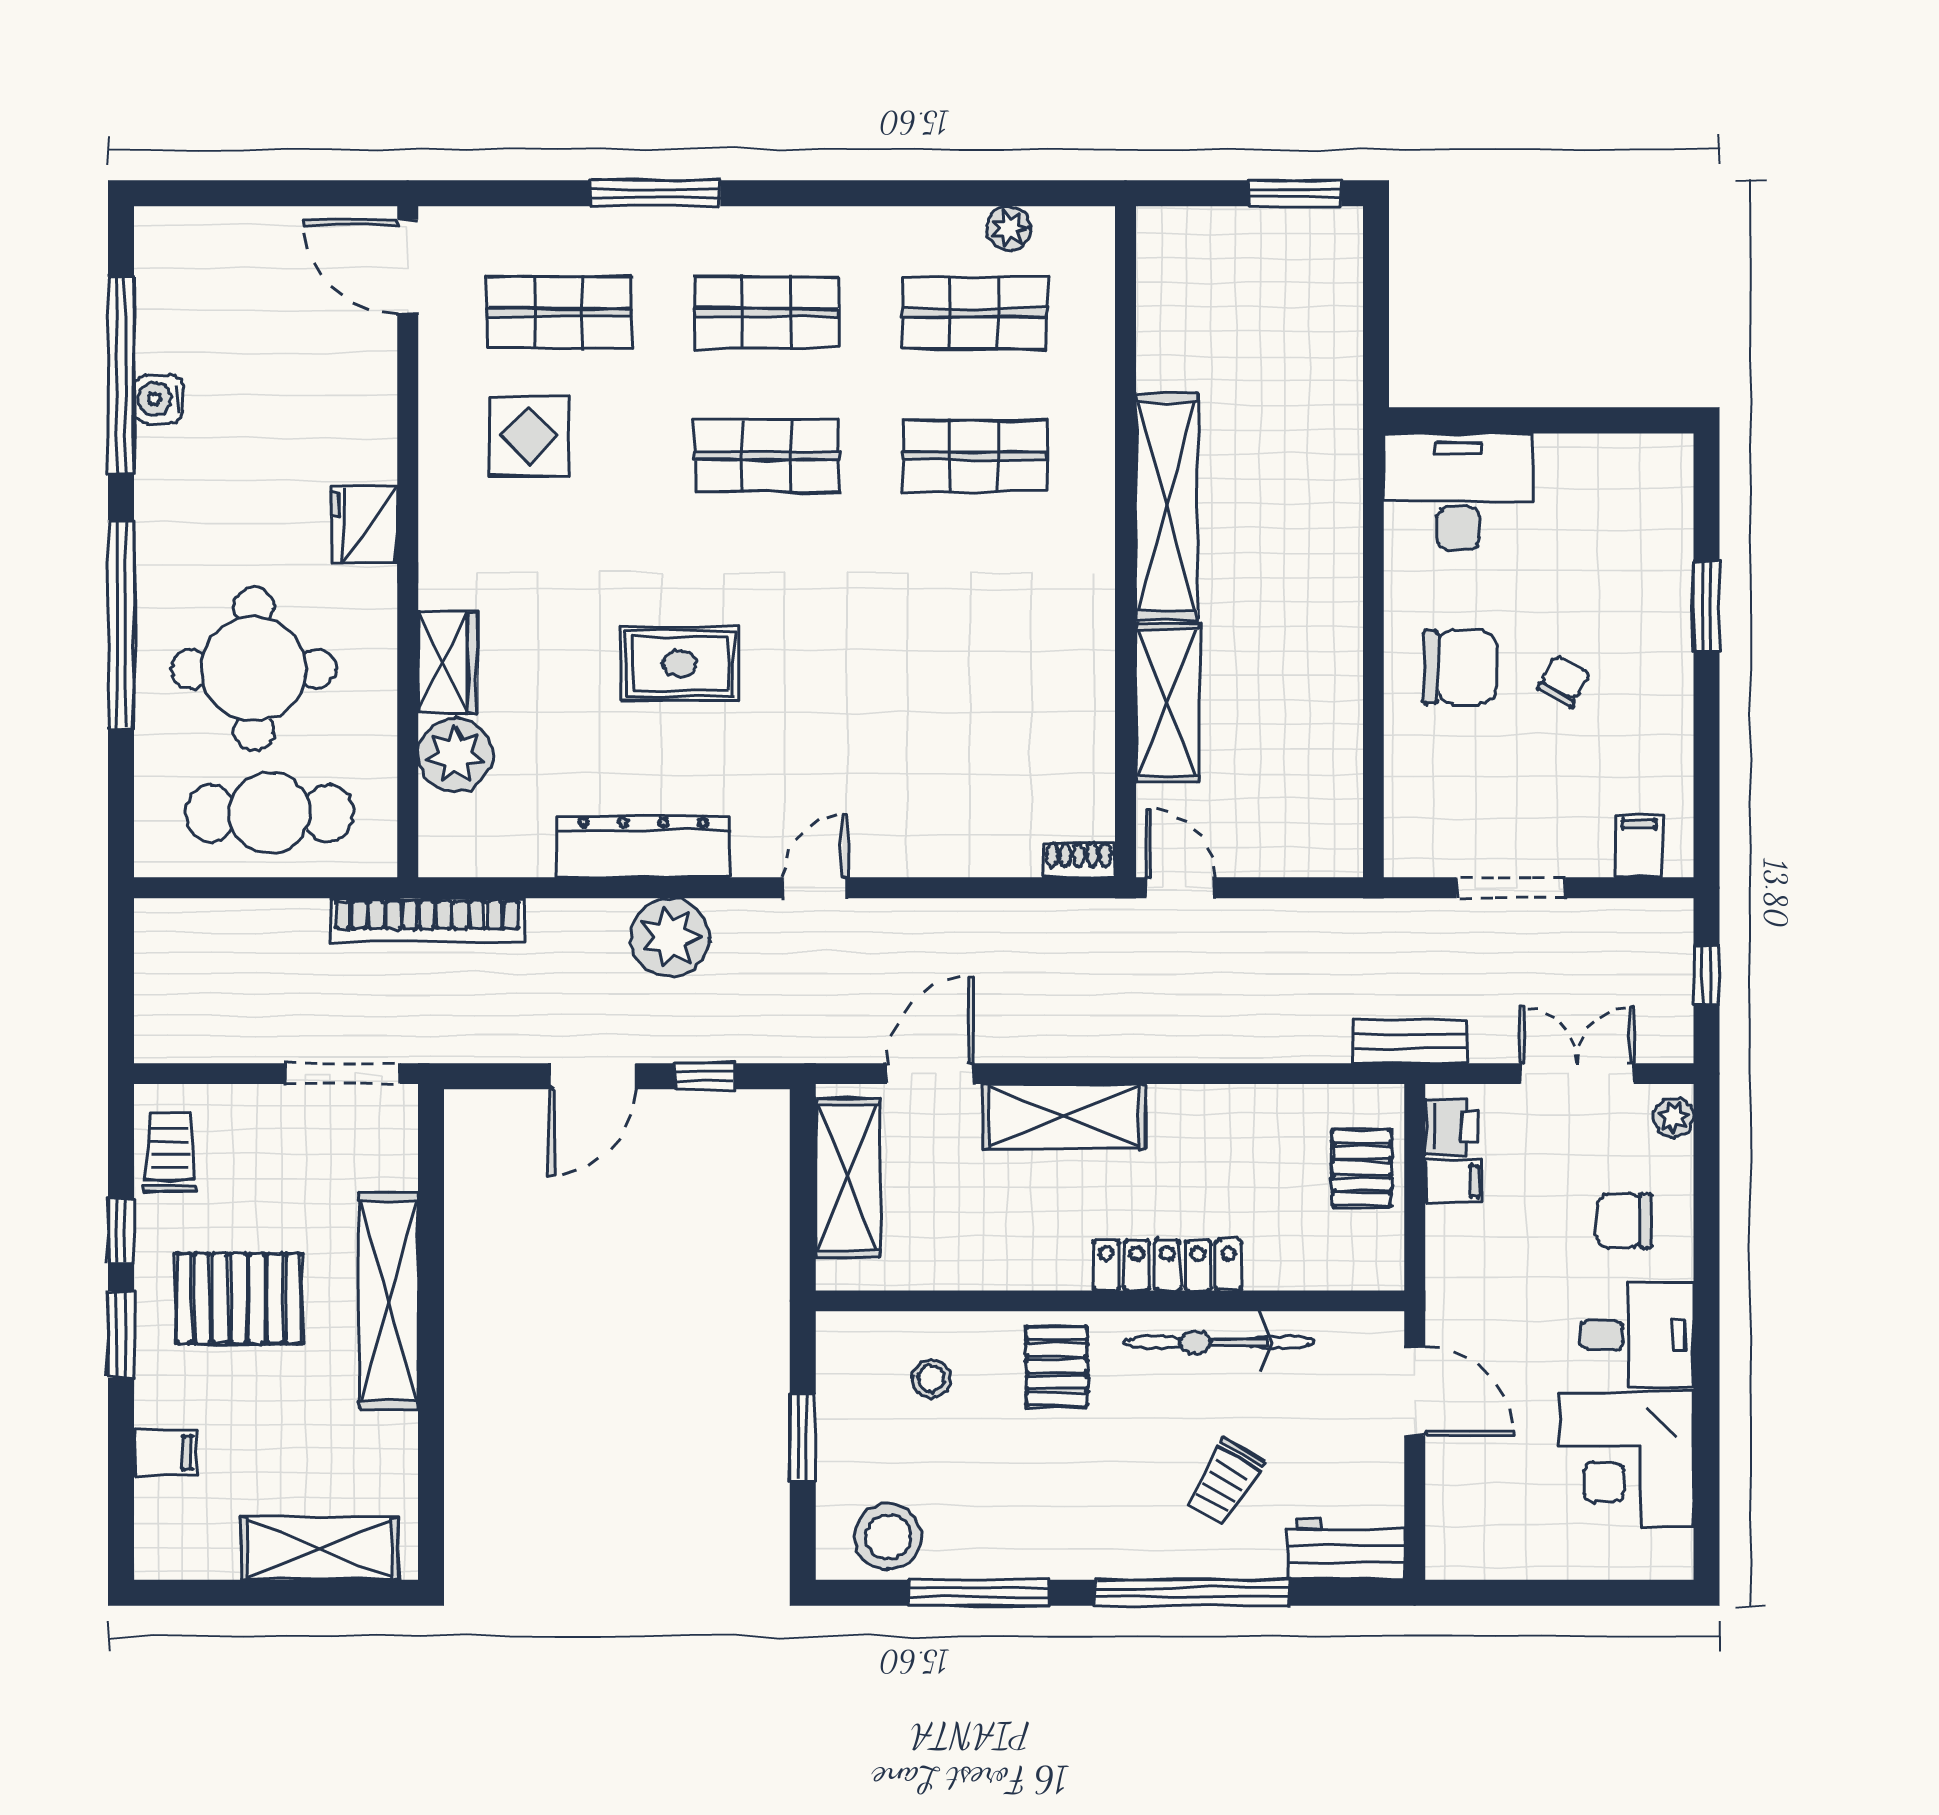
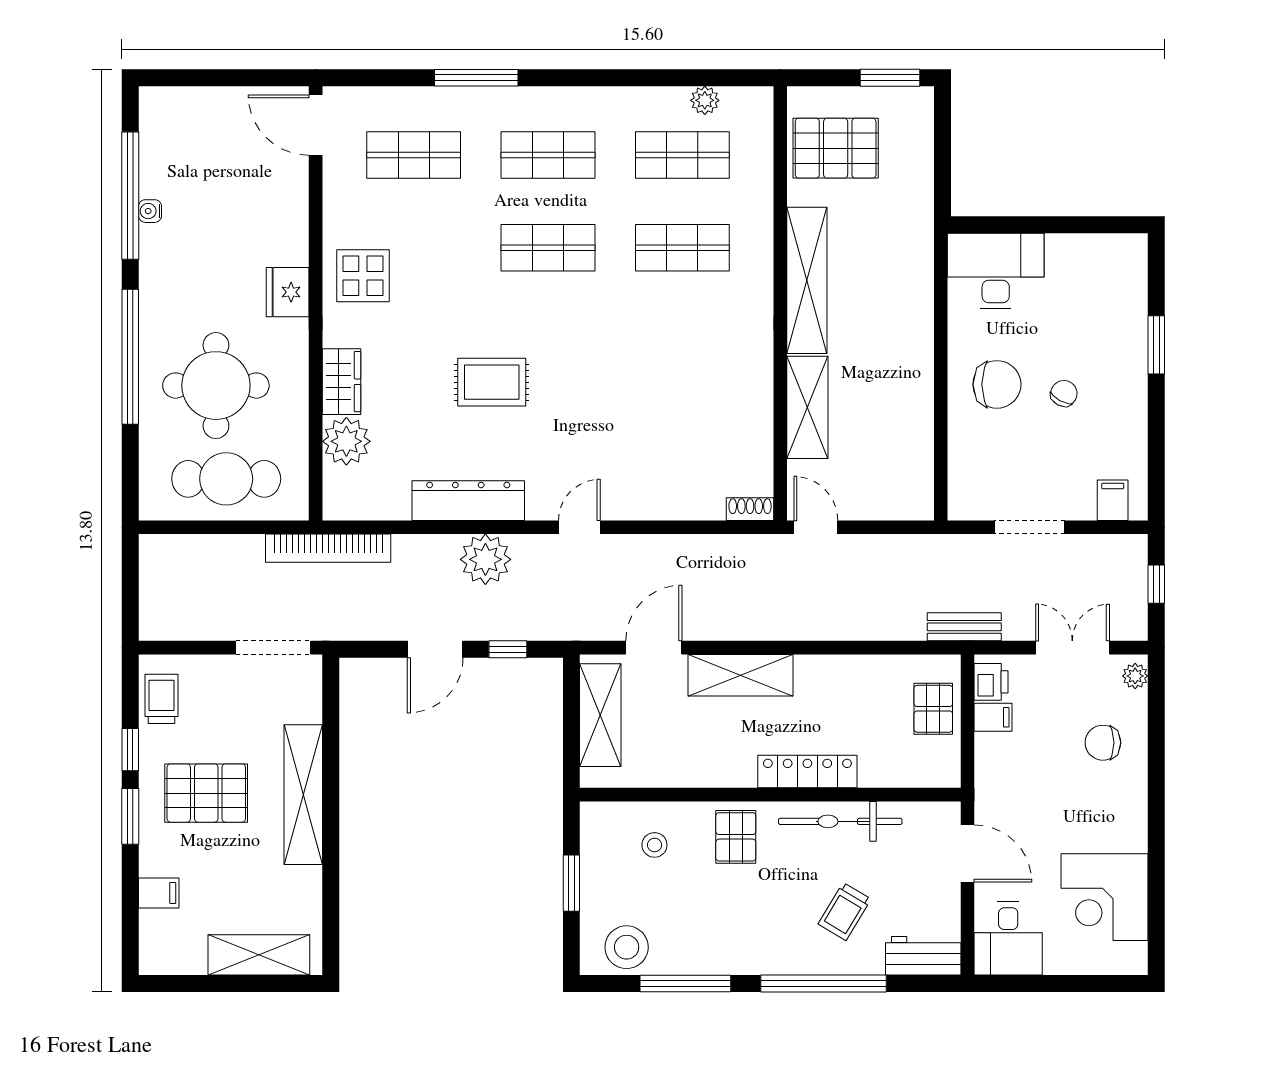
pallet: (1211, 302) -> (836, 148), added
water cooler: (158, 399) -> (150, 211), width x0.72, depth x0.72
display table: (529, 436) -> (363, 276), moved
desk: (1637, 1335) -> (1008, 938), moved, turned 90

